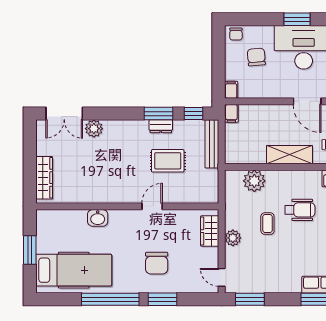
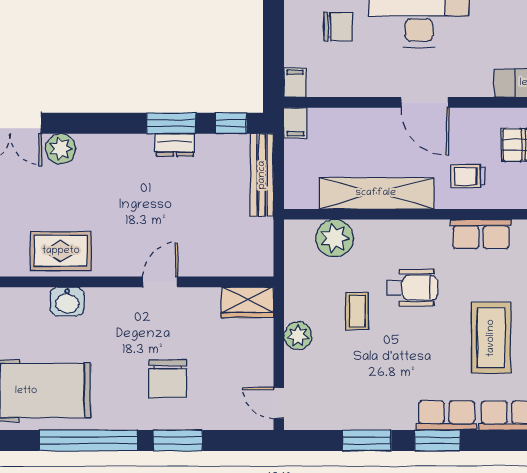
chair: (256, 57) -> (338, 27), turned 95
shelving: (289, 155) -> (376, 193), width x1.47
rug: (168, 161) -> (61, 251), moved
wardrobe: (210, 231) -> (247, 302), moved, turned -90
window: (250, 299) -> (367, 440), moved

